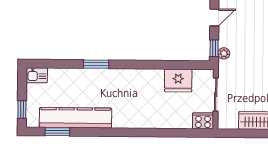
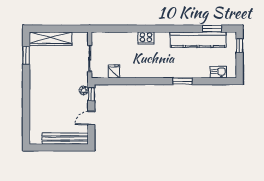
kitchen sink: (37, 75) -> (218, 72), moved
fridge: (178, 80) -> (114, 71), width x0.53, depth x0.75
cooker: (203, 121) -> (146, 38), moved

